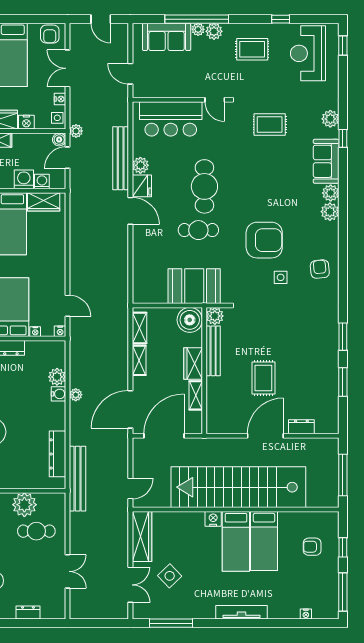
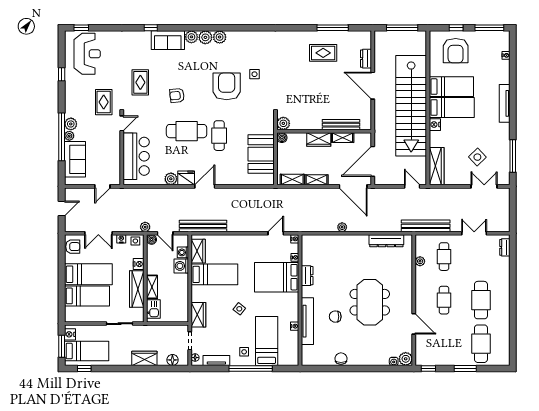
rug: (252, 49) -> (104, 102), moved
reception desk: (308, 53) -> (87, 54), turned -90
plant: (330, 119) -> (220, 37), moved
bench: (121, 158) -> (203, 226), moved
armchair: (320, 269) -> (177, 95), moved
booth: (194, 286) -> (261, 154), moved
boiler: (190, 320) -> (282, 138), width x0.54, depth x0.54
window: (343, 337) -> (299, 28), removed
bench: (213, 351) -> (341, 125), moved
plant: (57, 377) -> (329, 241), removed
rug: (263, 378) -> (323, 53), moved
window: (343, 382) -> (333, 28), width x1.44
water cooler: (58, 394) -> (342, 240), removed
door: (164, 436) -> (373, 161), hinge flipped
bench: (78, 479) -> (426, 226), moved
plant: (24, 505) -> (420, 261), width x0.53, depth x0.53
wardrobe: (142, 537) -> (437, 166), moved, turned 90
armchair: (312, 547) -> (456, 51), width x1.88, depth x1.88
dresser: (28, 613) -> (505, 247), moved

